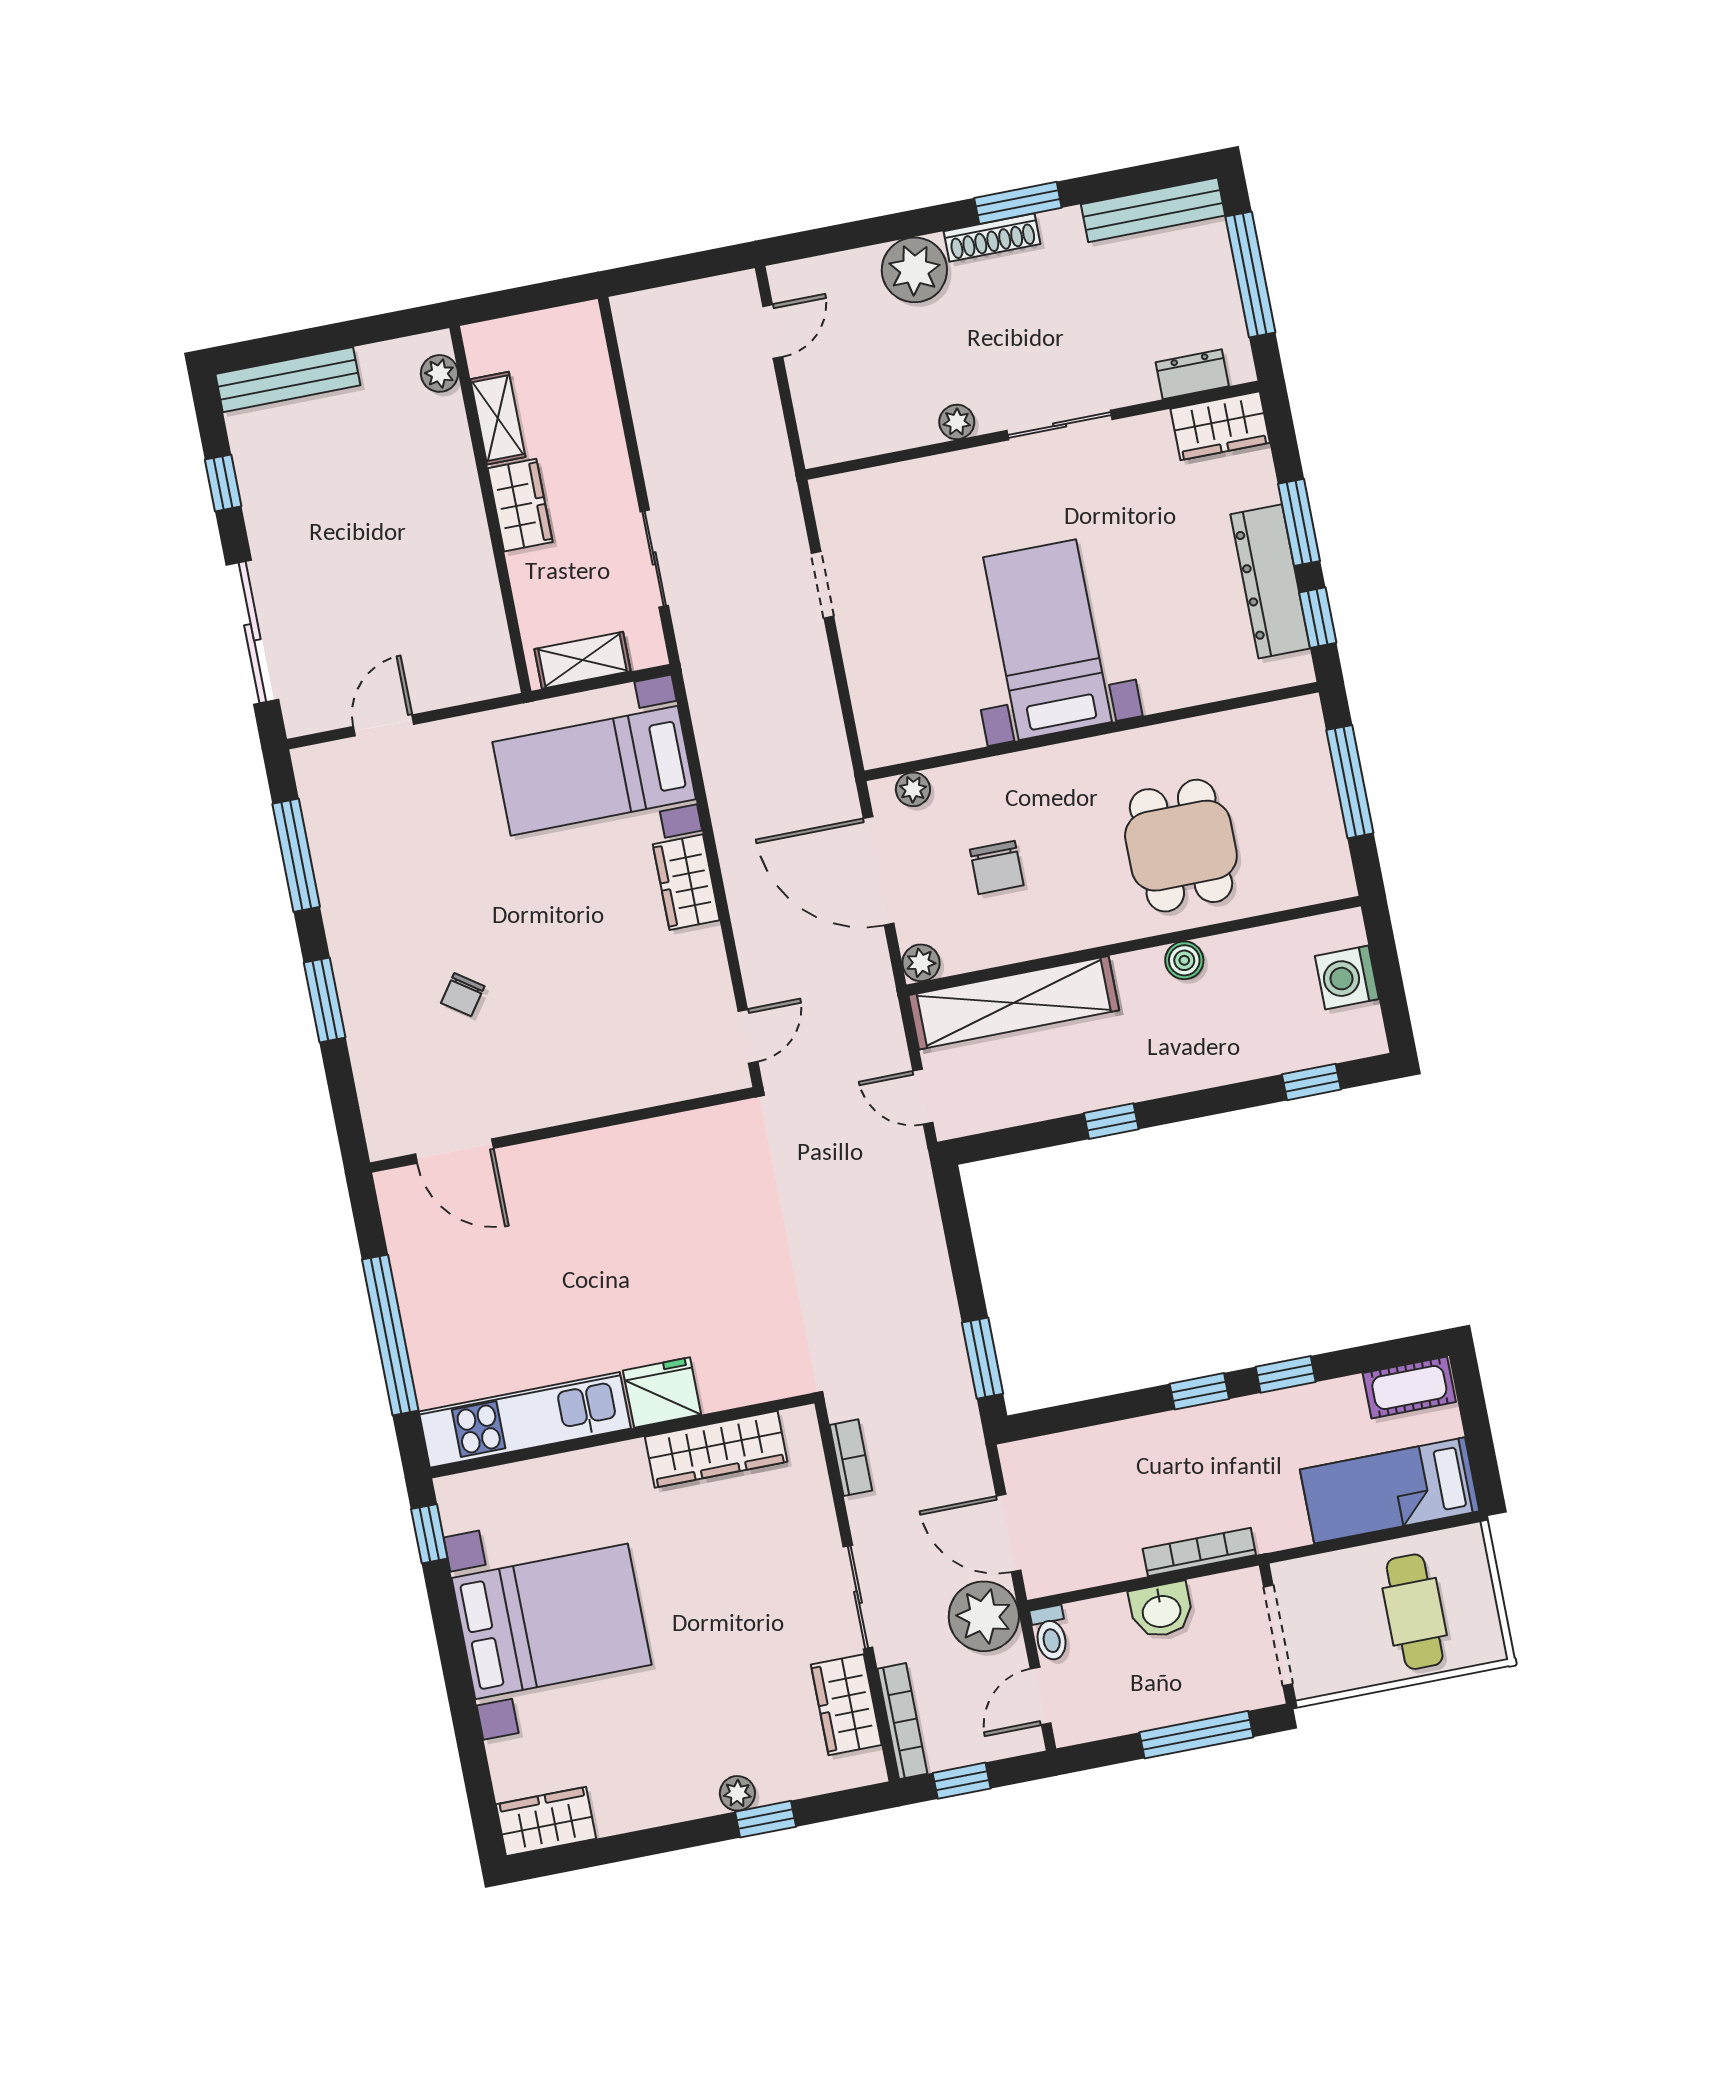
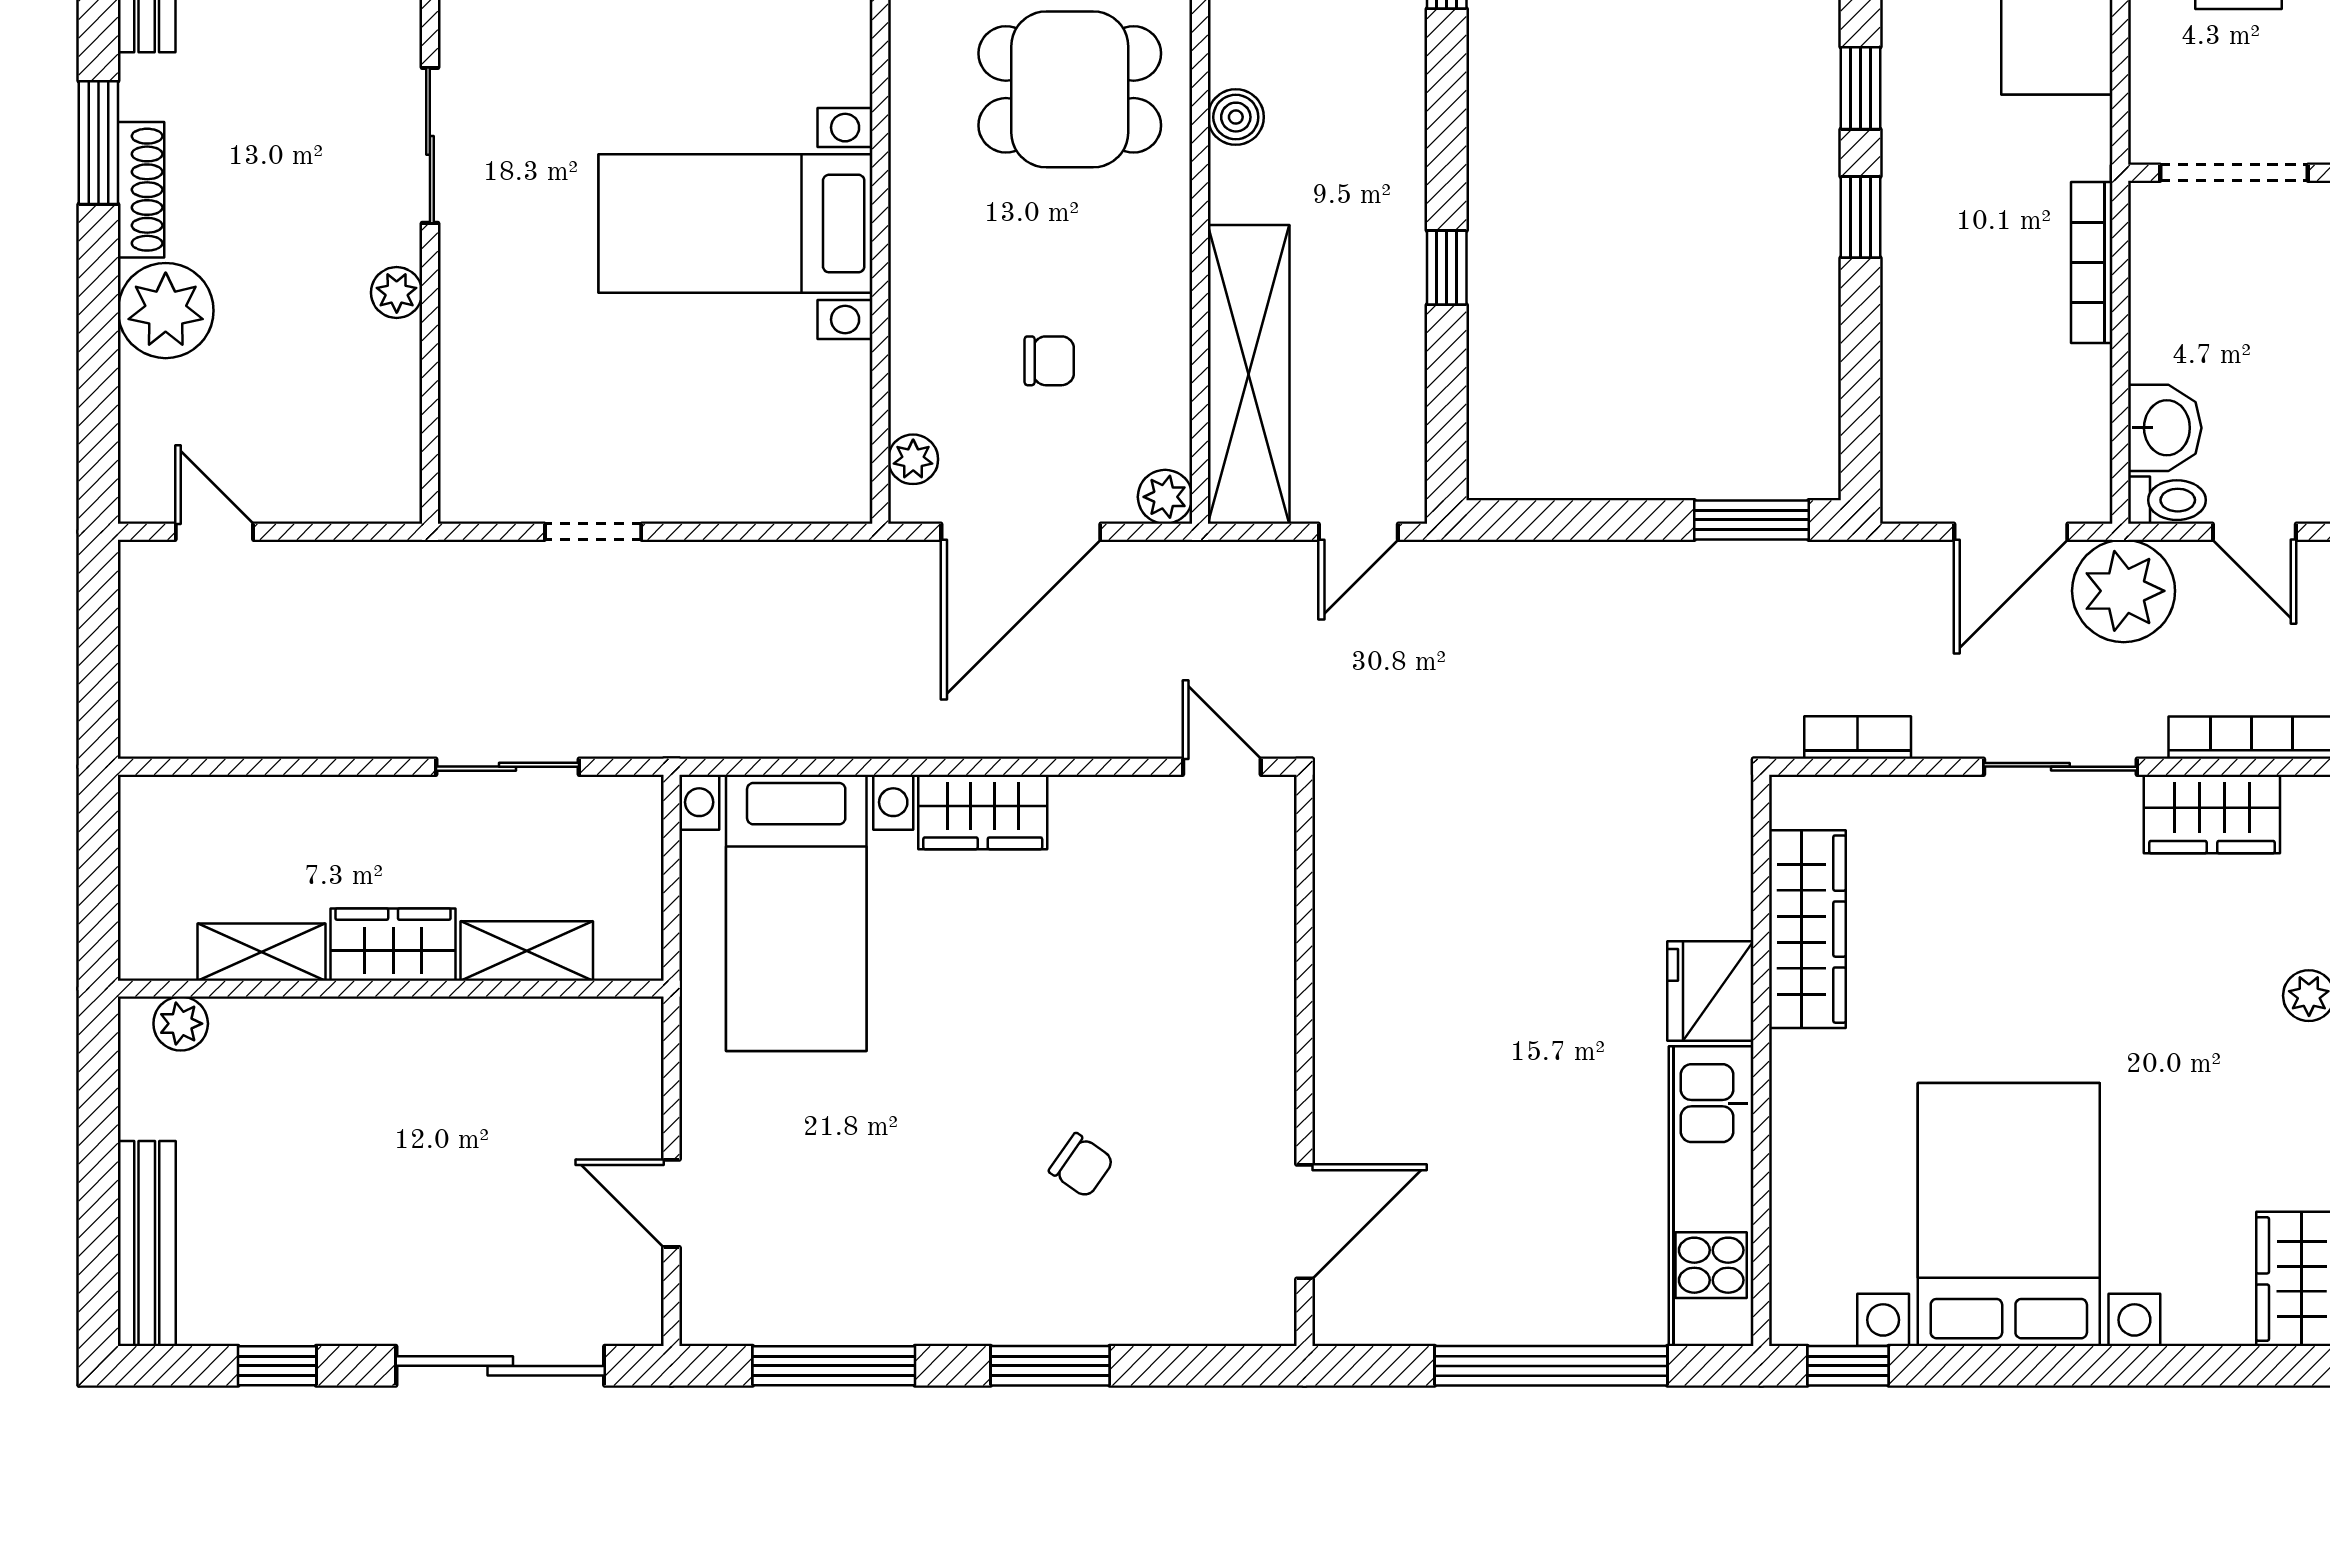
shelving: (583, 660) -> (527, 951), moved, turned 90
chair: (997, 867) -> (1049, 361), width x0.73, depth x0.73
washbasin: (1161, 1610) -> (2165, 428), moved

